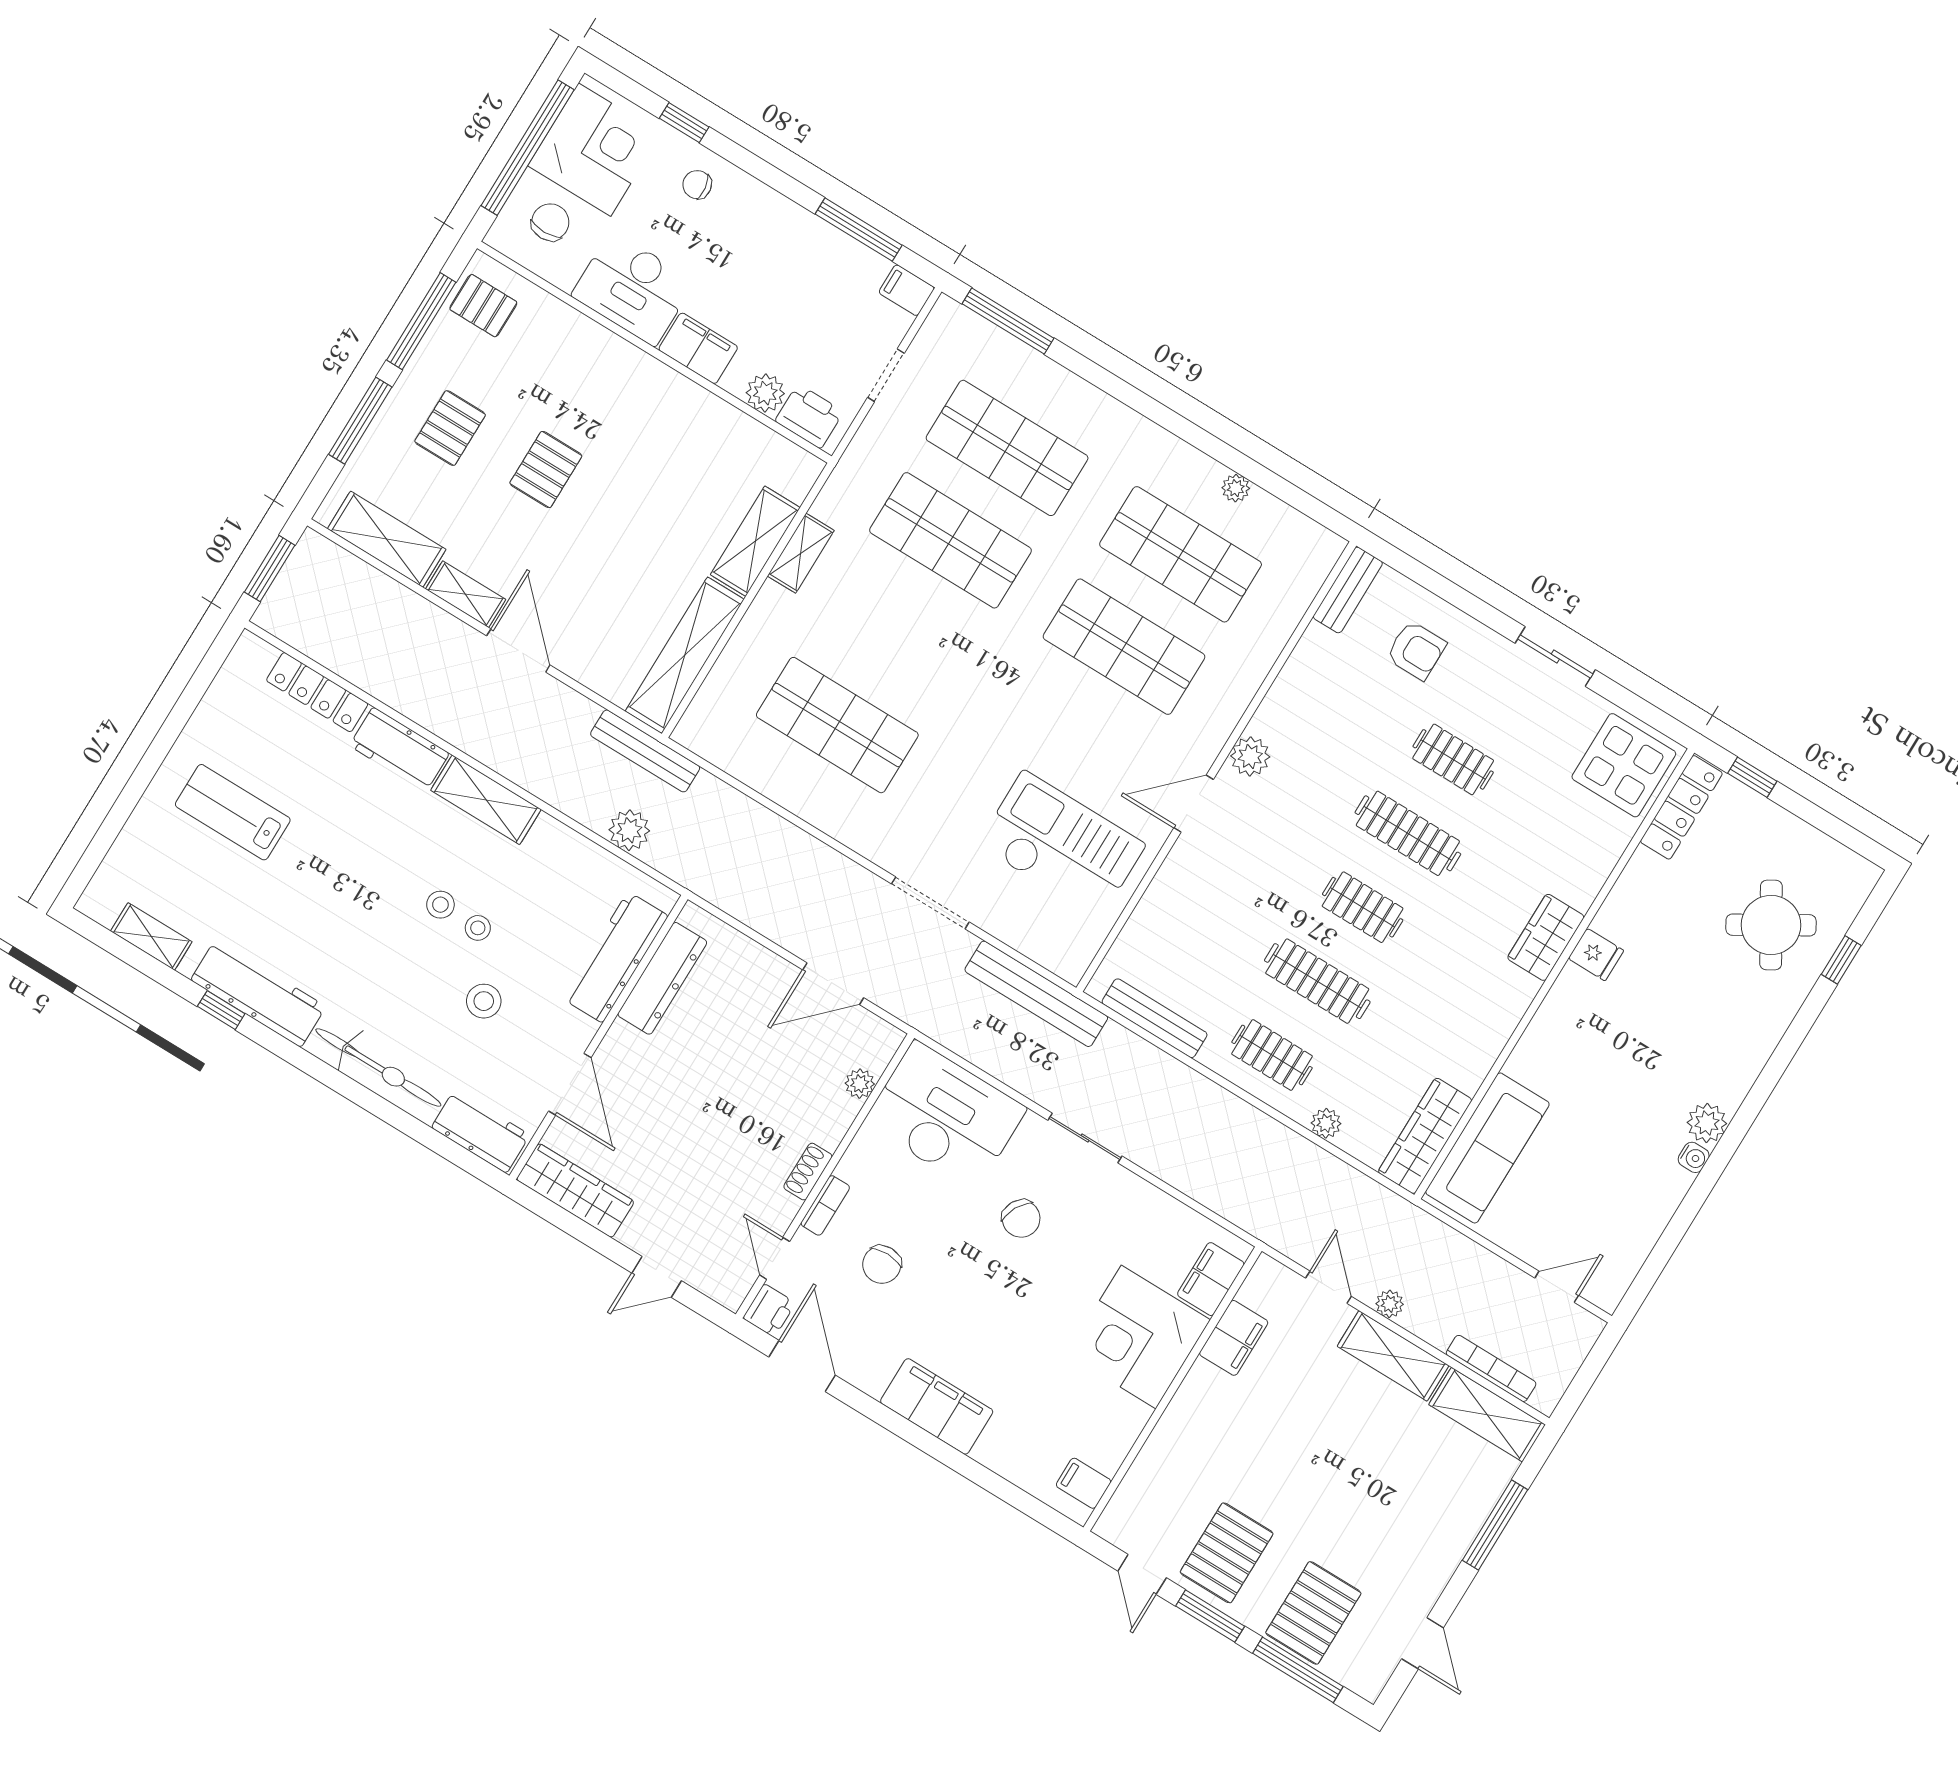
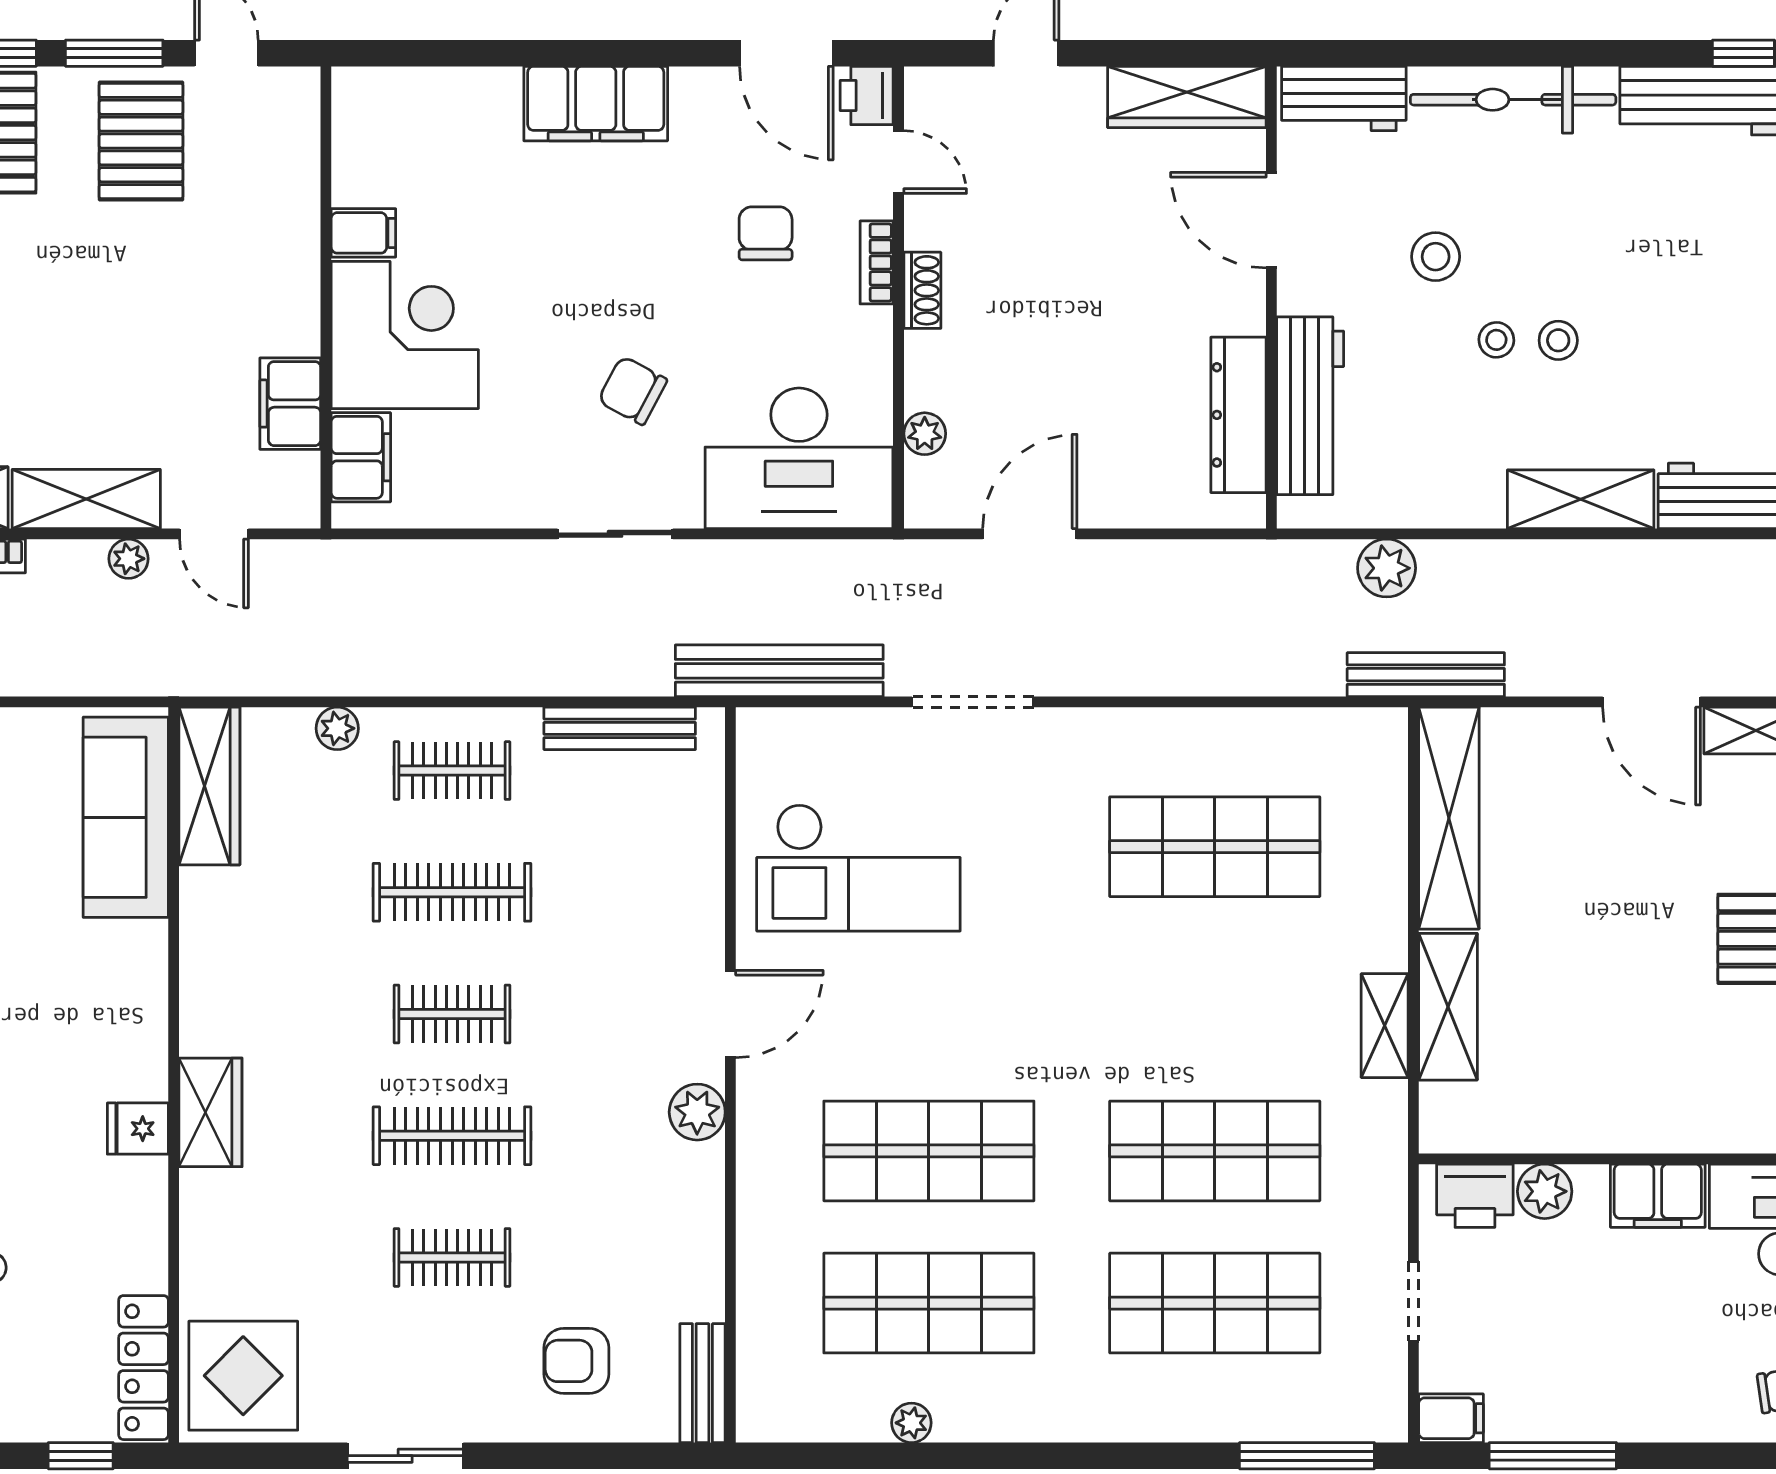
filing cabinet: (1084, 1483) -> (363, 233), moved

